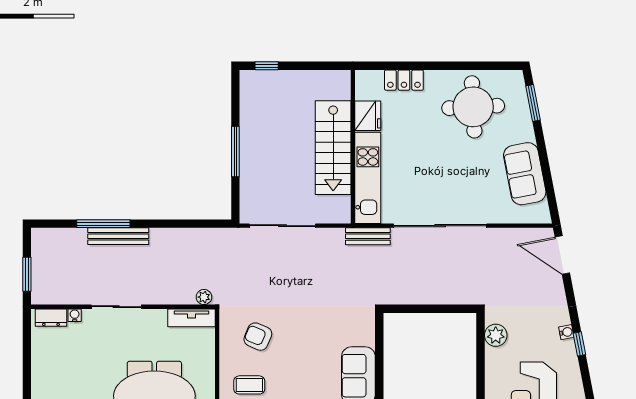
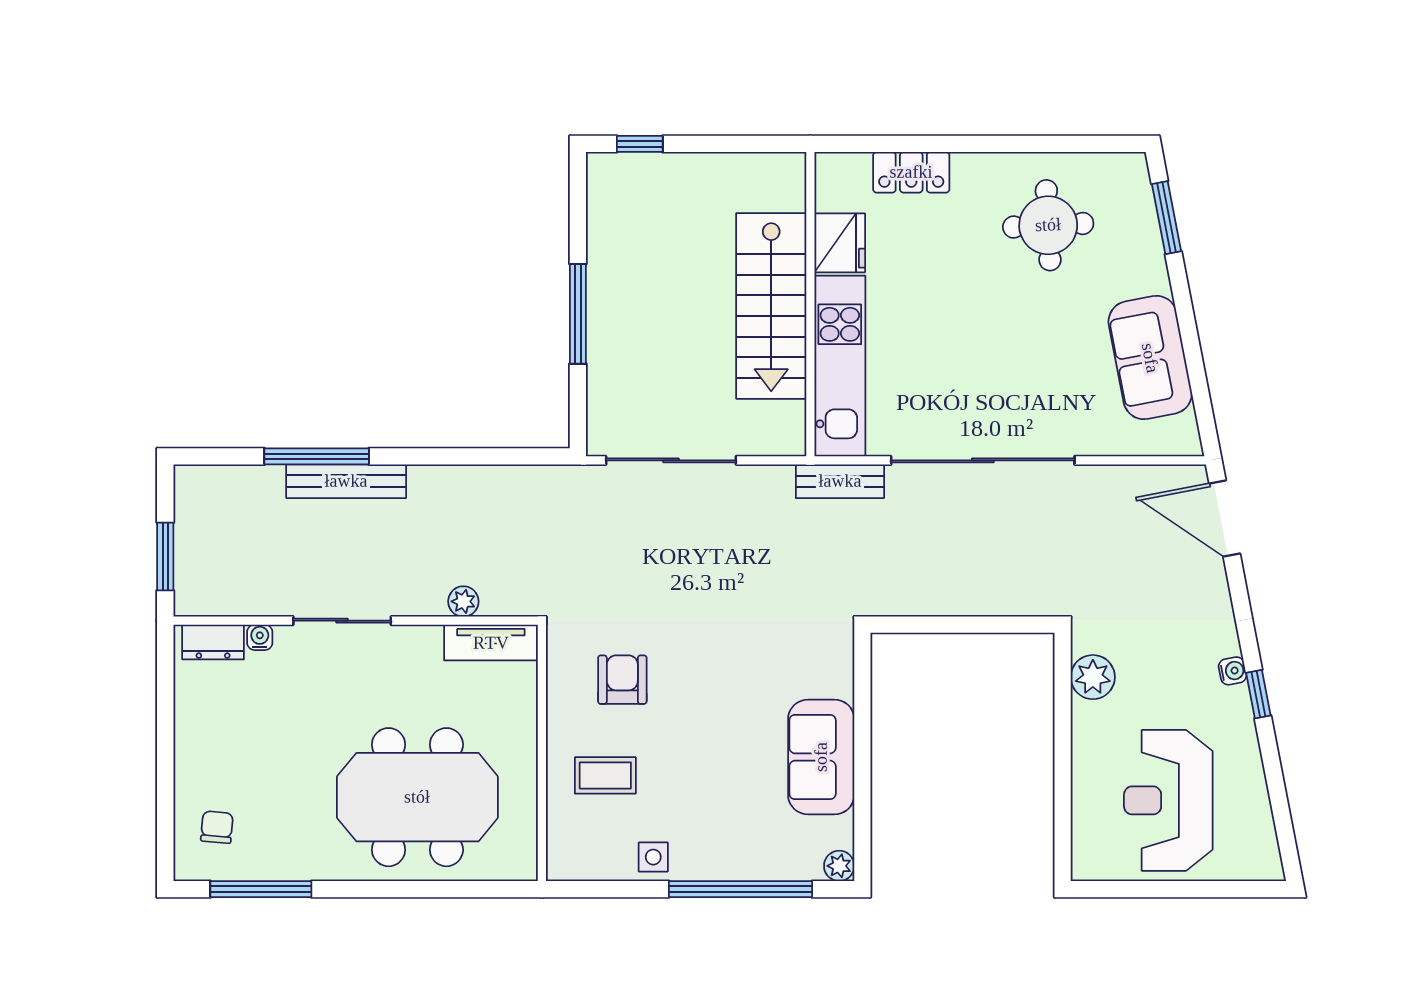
round table: (473, 107) -> (1048, 225), width x0.73, depth x0.73
plant: (204, 297) -> (463, 601), moved
armchair: (258, 337) -> (622, 680), turned 67

